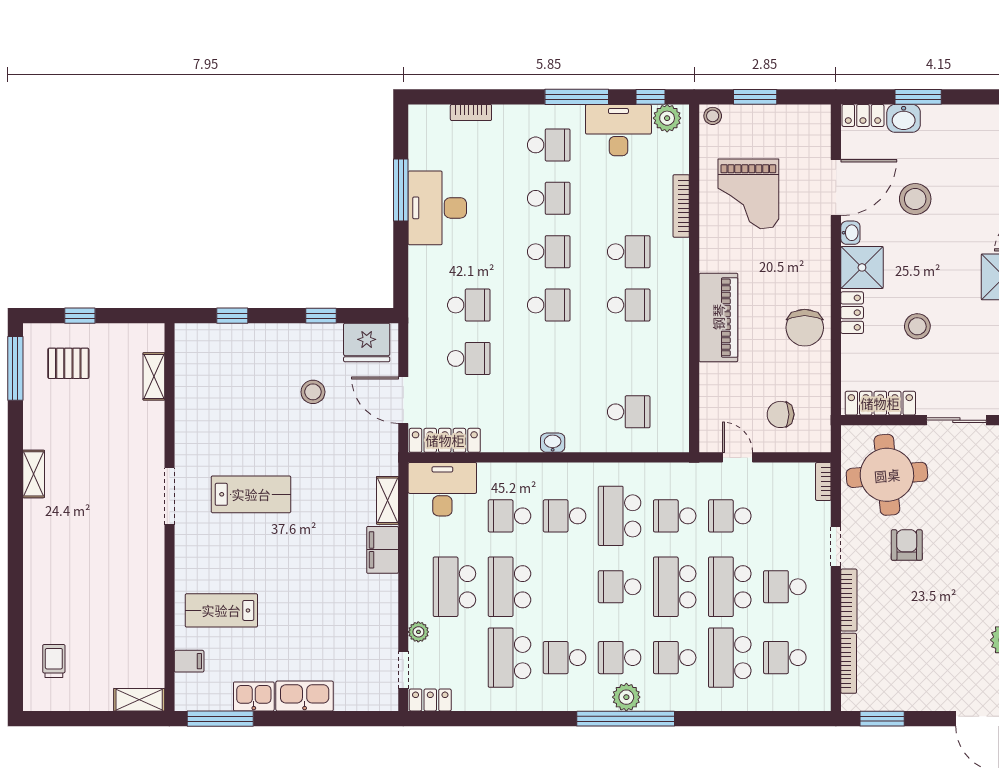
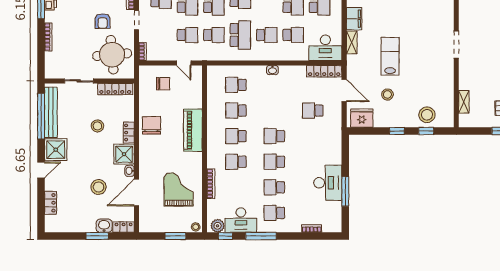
school desk: (469, 305) -> (236, 111), moved
window: (321, 316) -> (397, 131), moved
stool: (231, 350) -> (427, 115), added
lab bench: (251, 494) -> (390, 56), moved, turned 90

